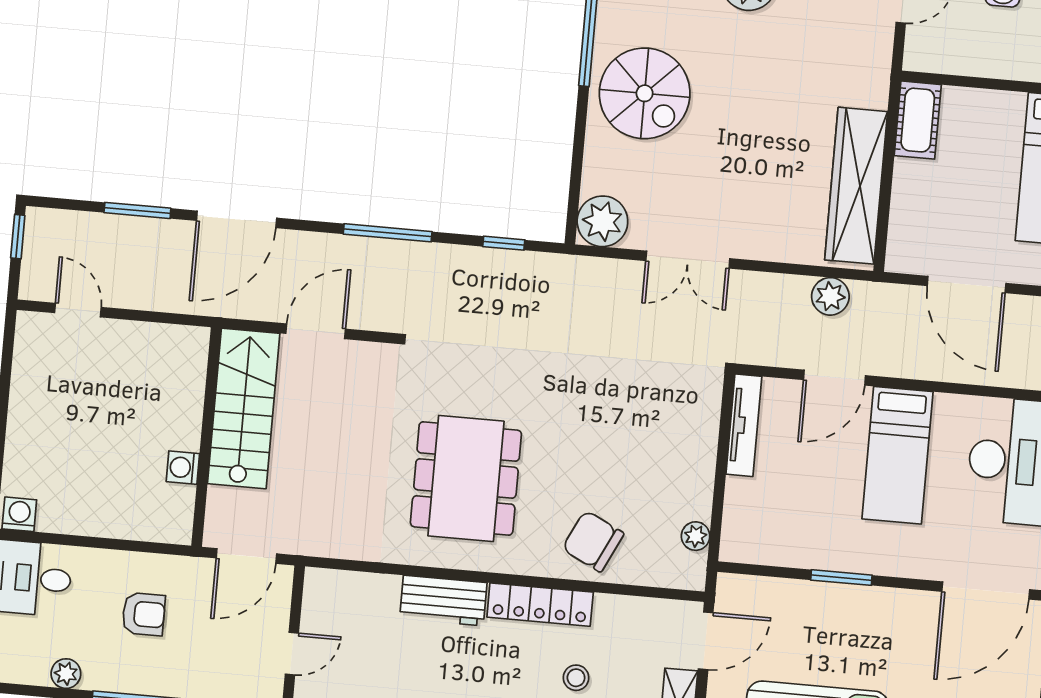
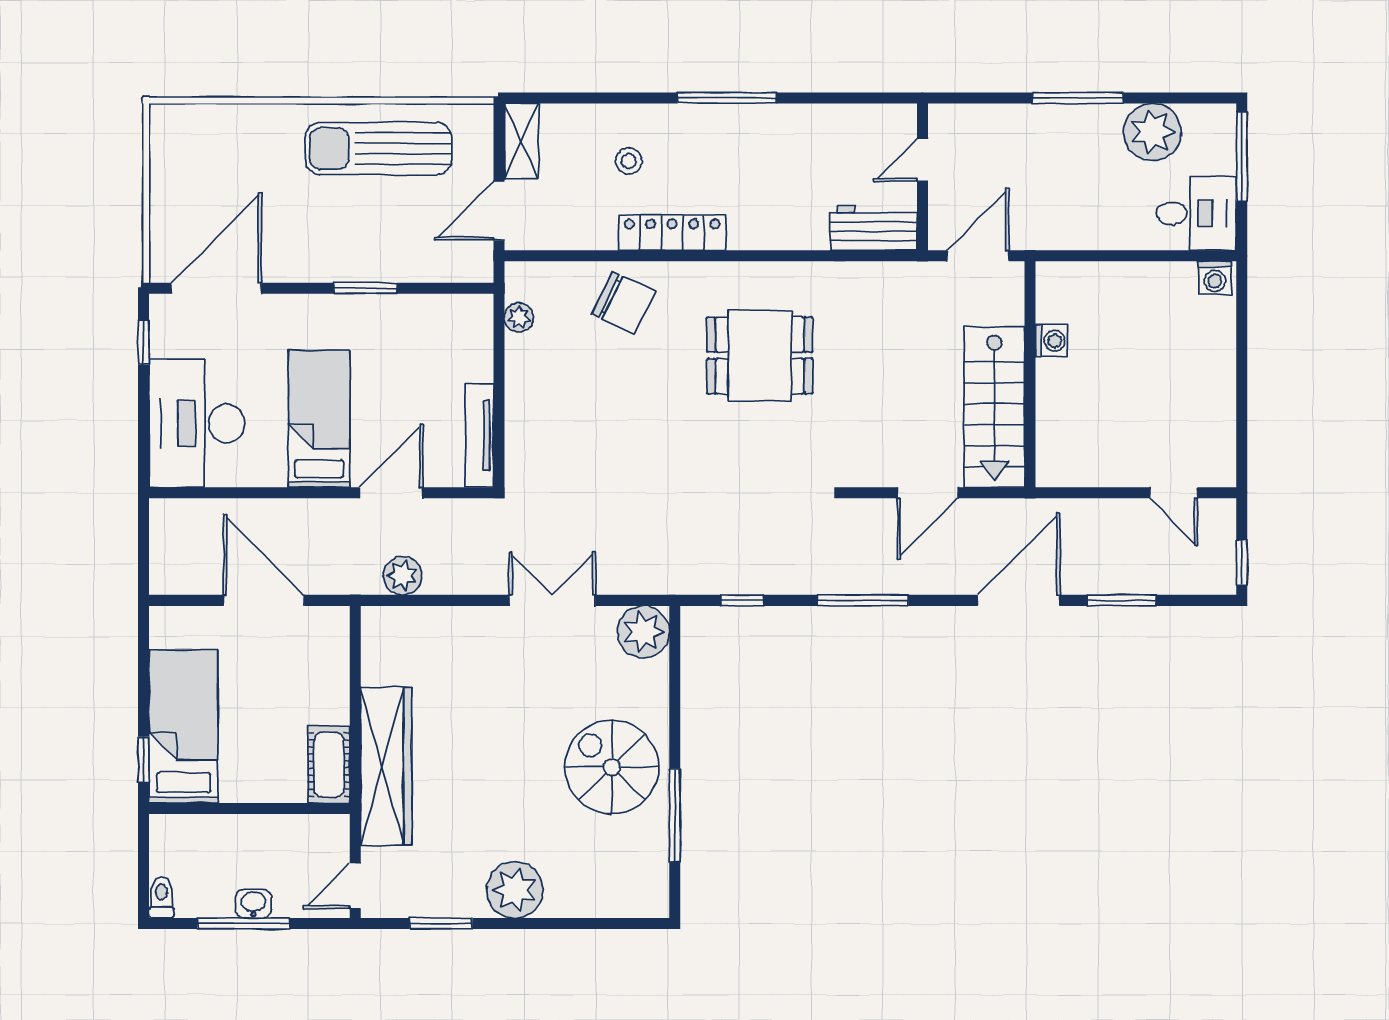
wardrobe: (856, 186) -> (386, 766), moved
dining table: (466, 478) -> (760, 355), width x0.73
workbench: (443, 601) -> (874, 228), moved
armchair: (144, 614) -> (1078, 187), removed
plant: (66, 674) -> (1152, 132), width x1.88, depth x1.88

